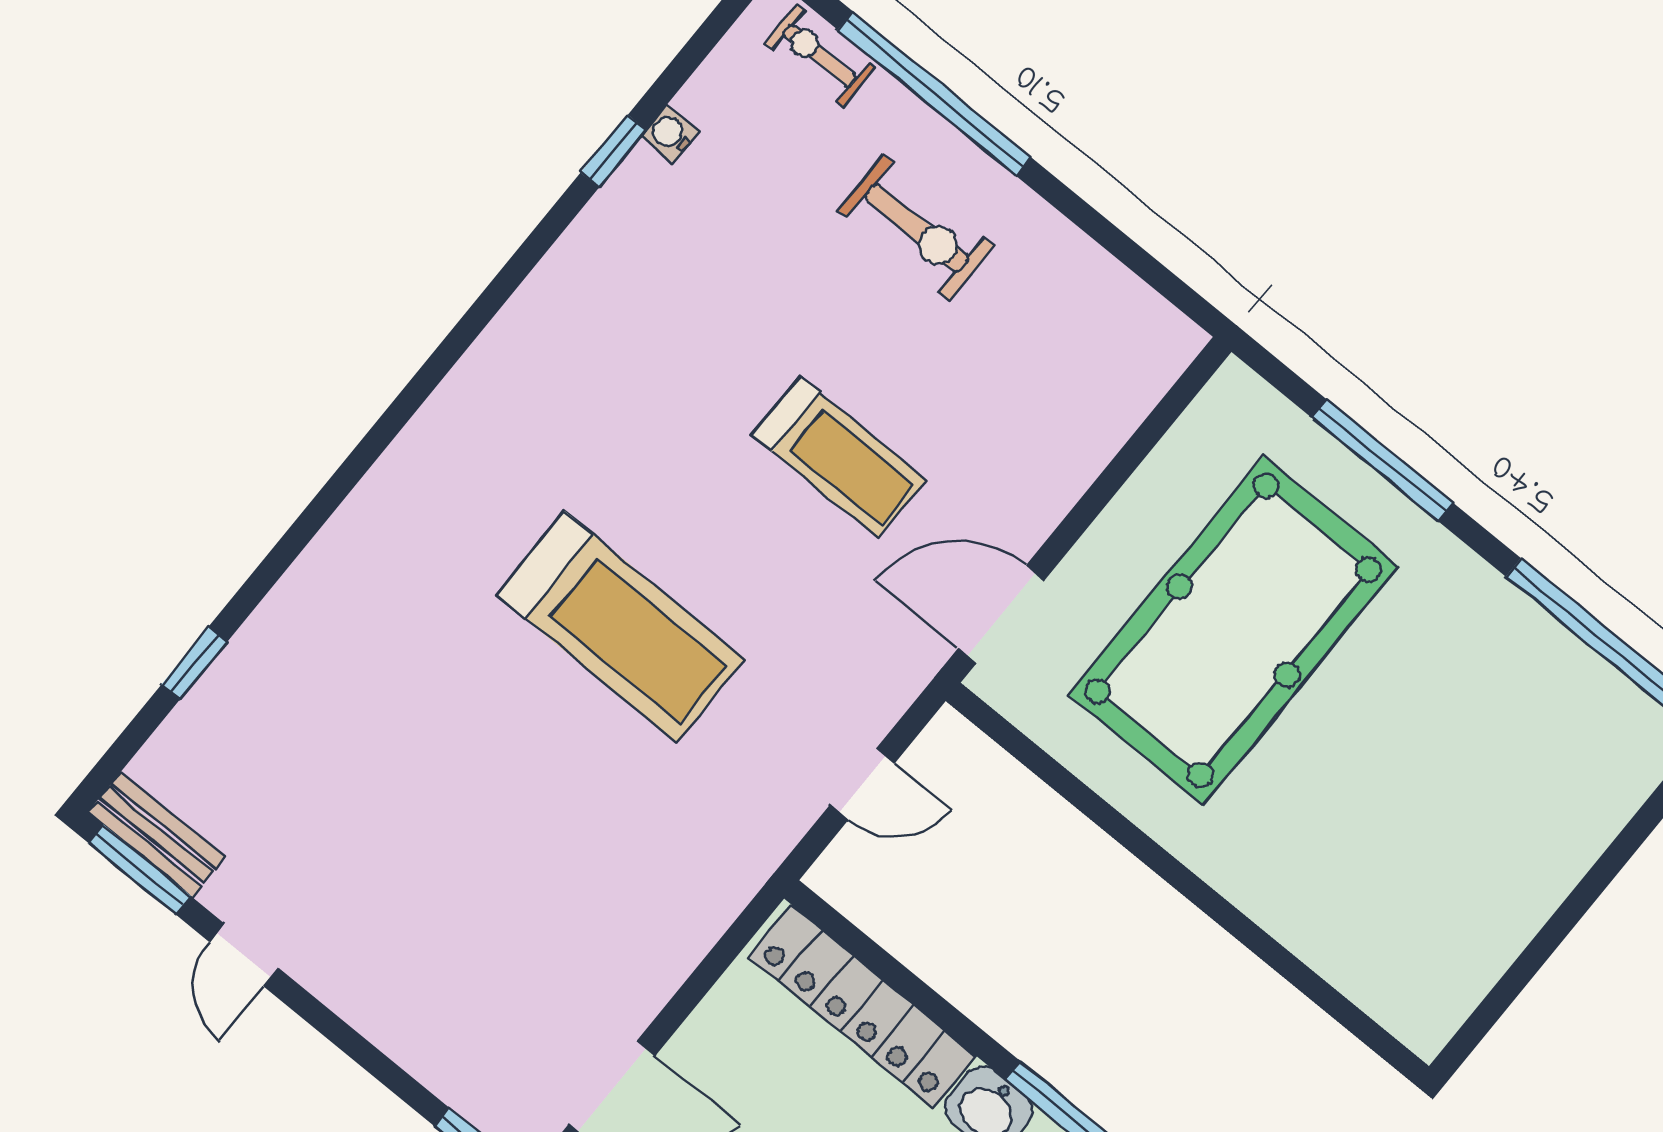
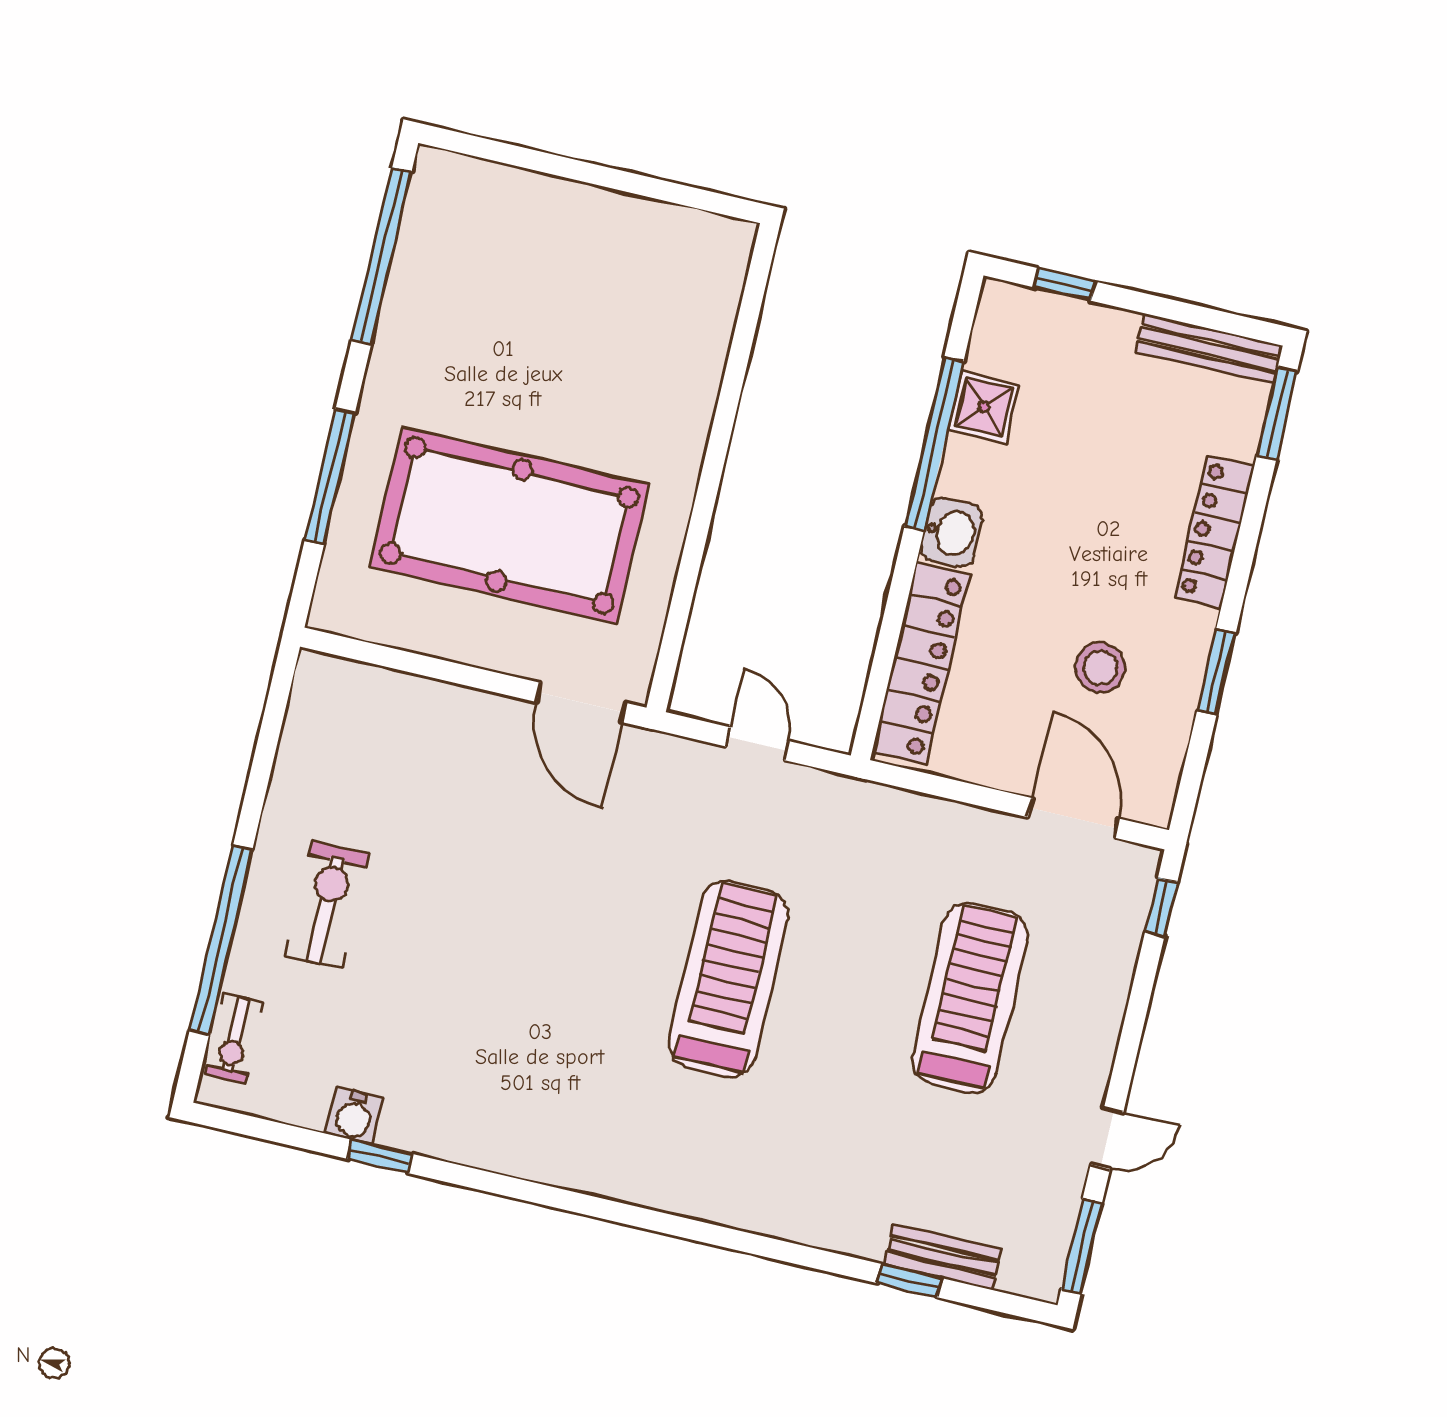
water cooler: (670, 134) -> (354, 1116), width x1.38, depth x1.38
treadmill: (839, 457) -> (970, 998), moved, width x1.37, depth x1.38
bench: (156, 835) -> (943, 1257), moved, turned 90

